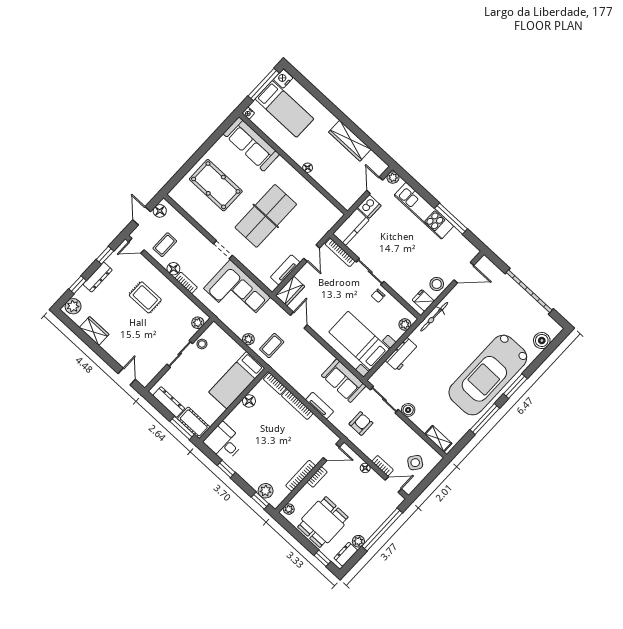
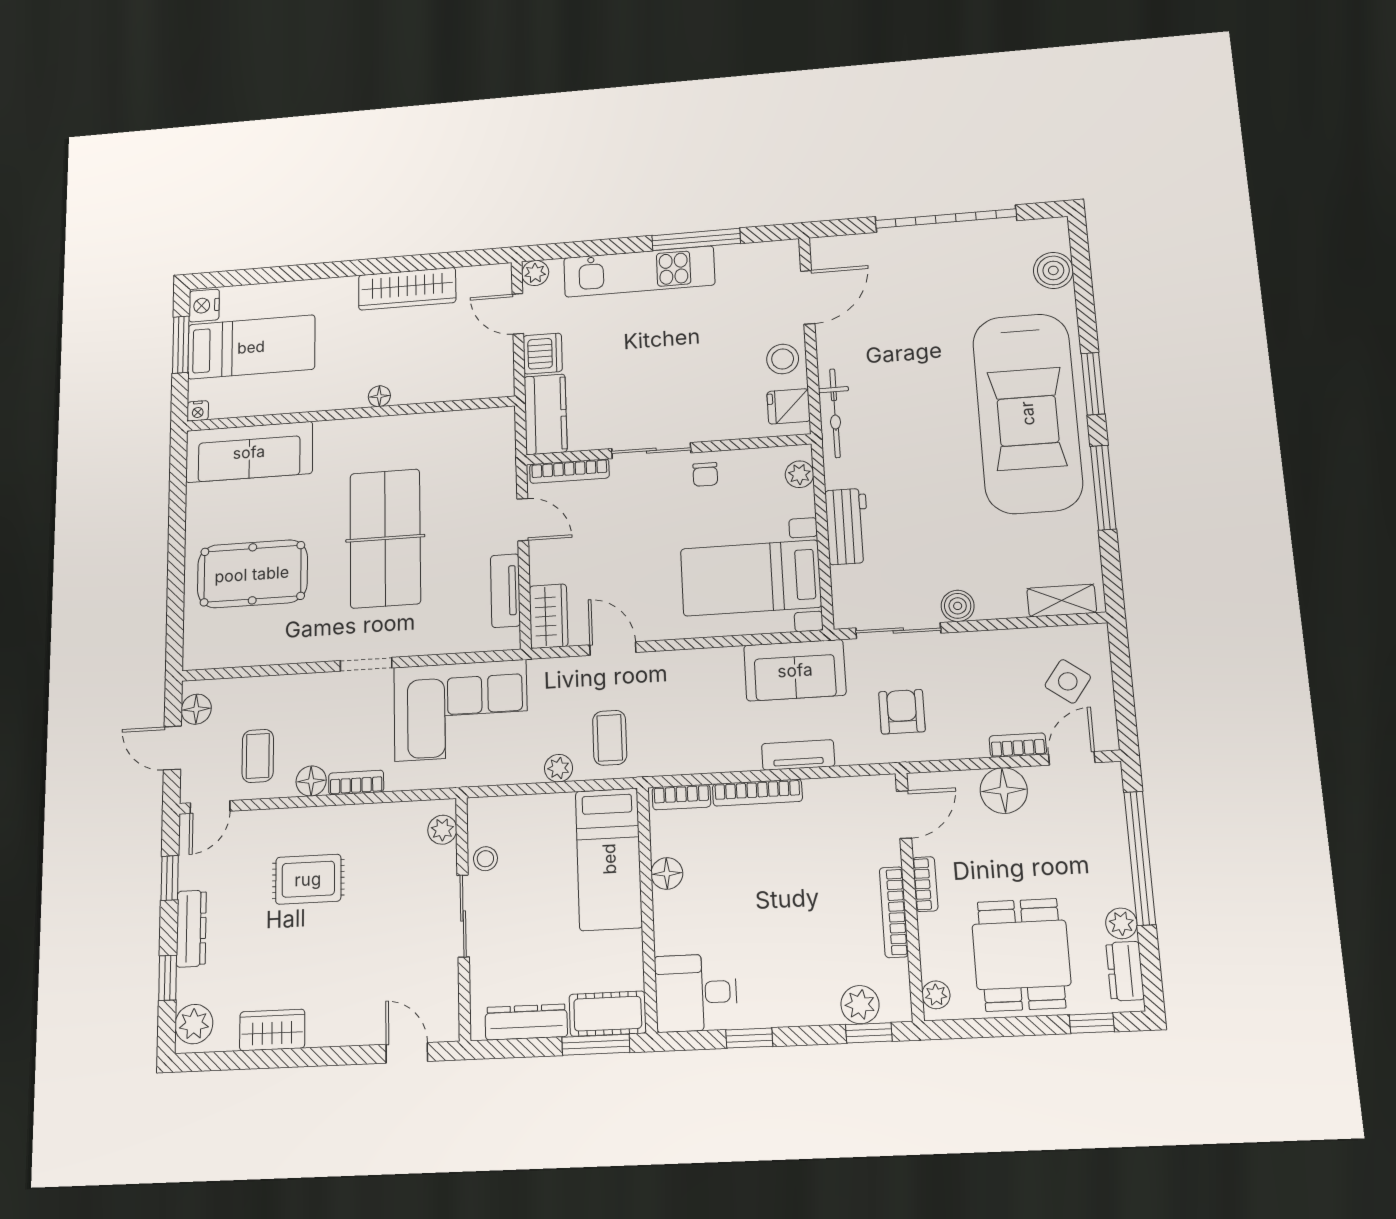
window: (264, 85) -> (181, 345), width x0.69
floor lamp: (365, 468) -> (1004, 790), width x1.89, depth x1.89

